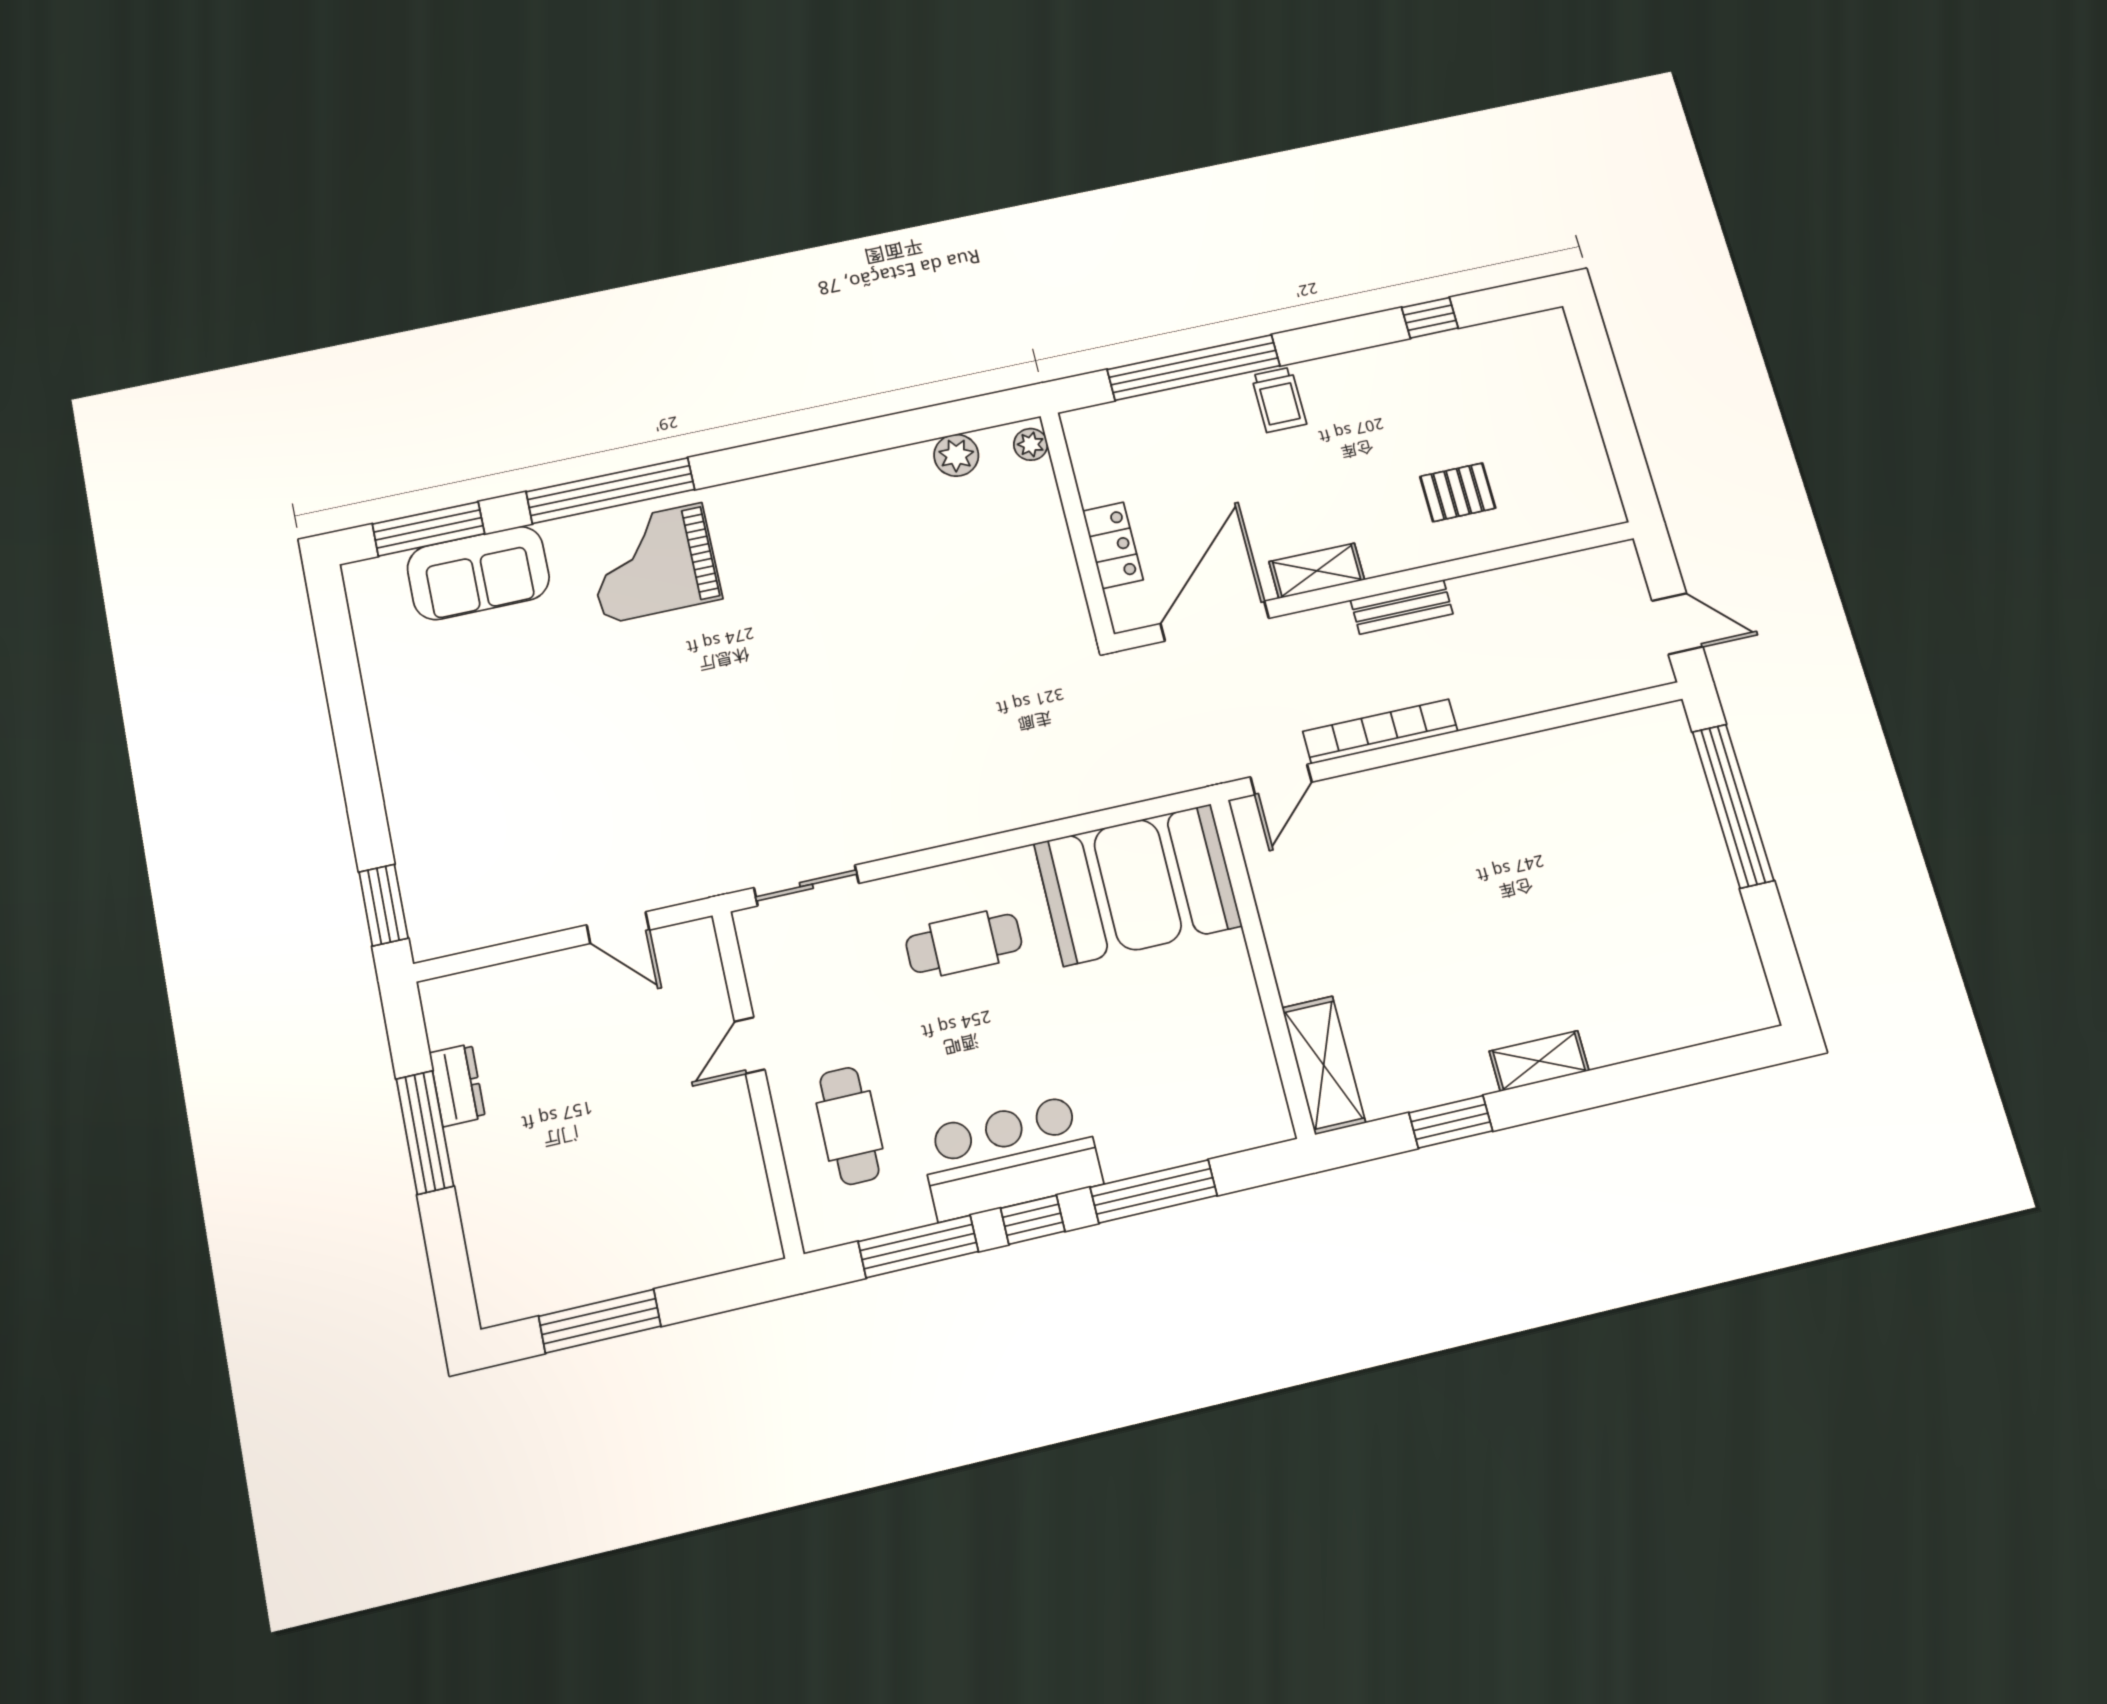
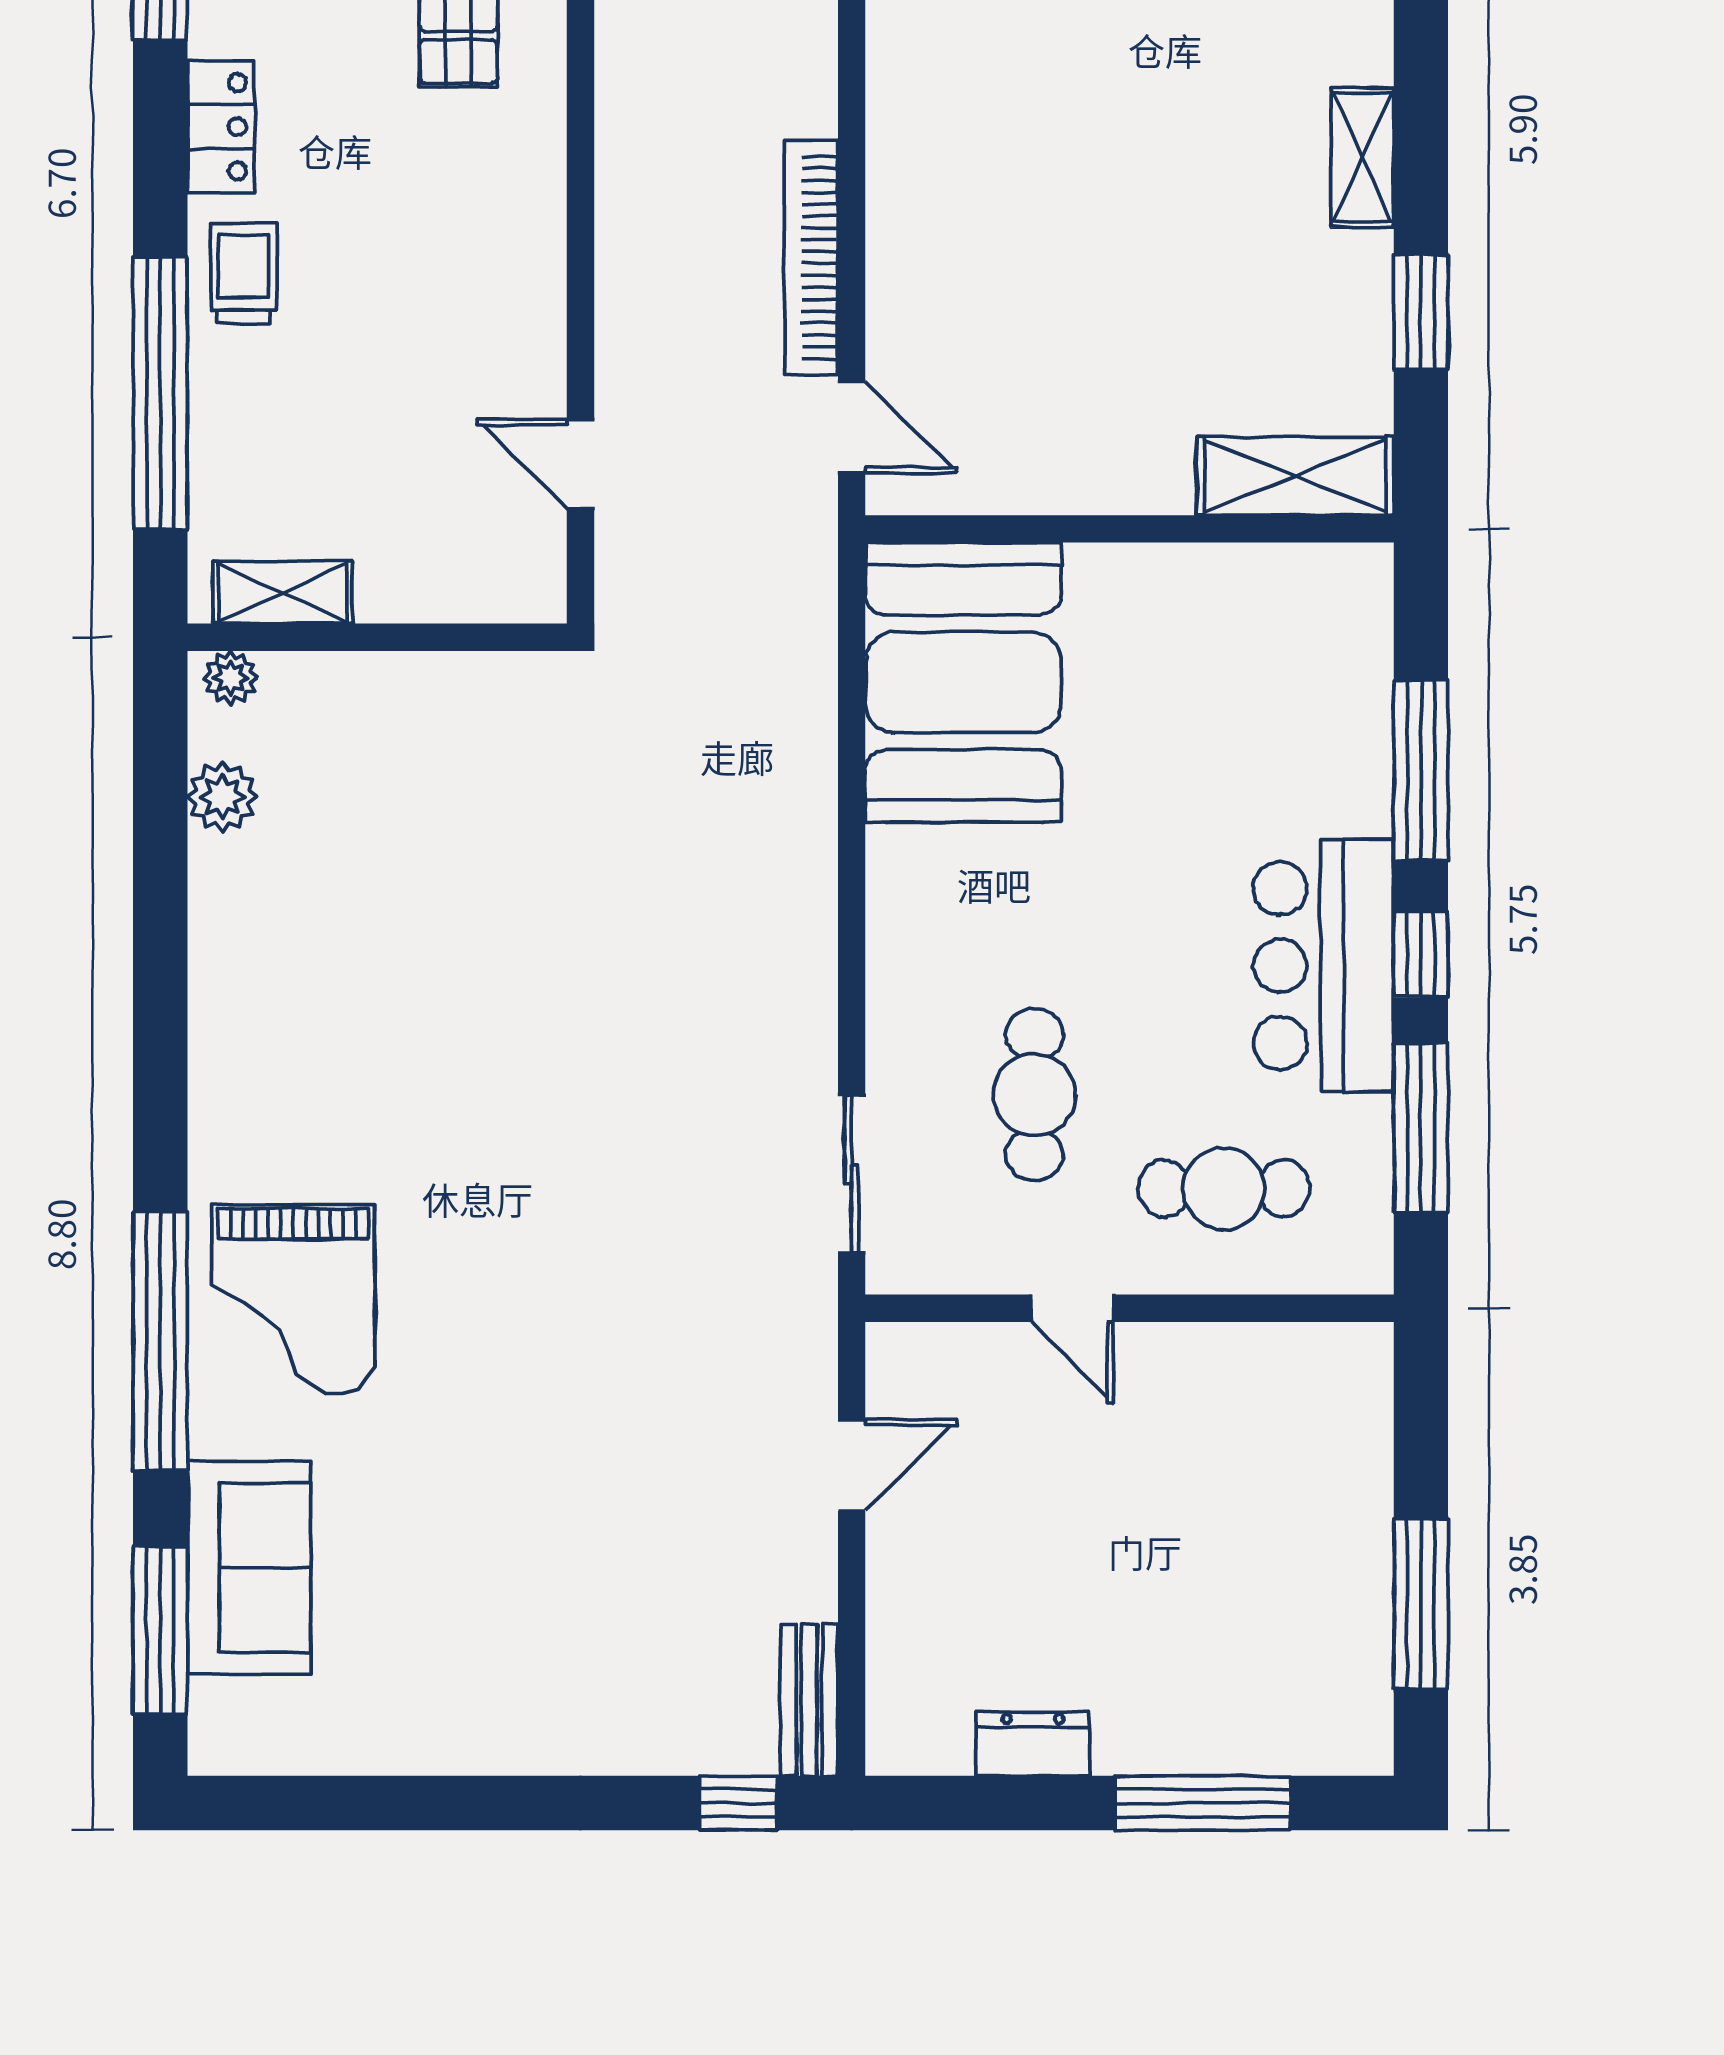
trolley: (1279, 400) -> (244, 273), turned -90
locker: (1113, 545) -> (221, 127), moved, turned 90
shelving: (1317, 571) -> (283, 592), moved, turned 90
bench: (1402, 607) -> (809, 1700), moved
door: (1215, 621) -> (580, 464), width x0.53
window: (383, 905) -> (738, 1803), width x0.67
cafe table: (964, 943) -> (1034, 1095), moved
window: (425, 1132) -> (1203, 1803), moved

